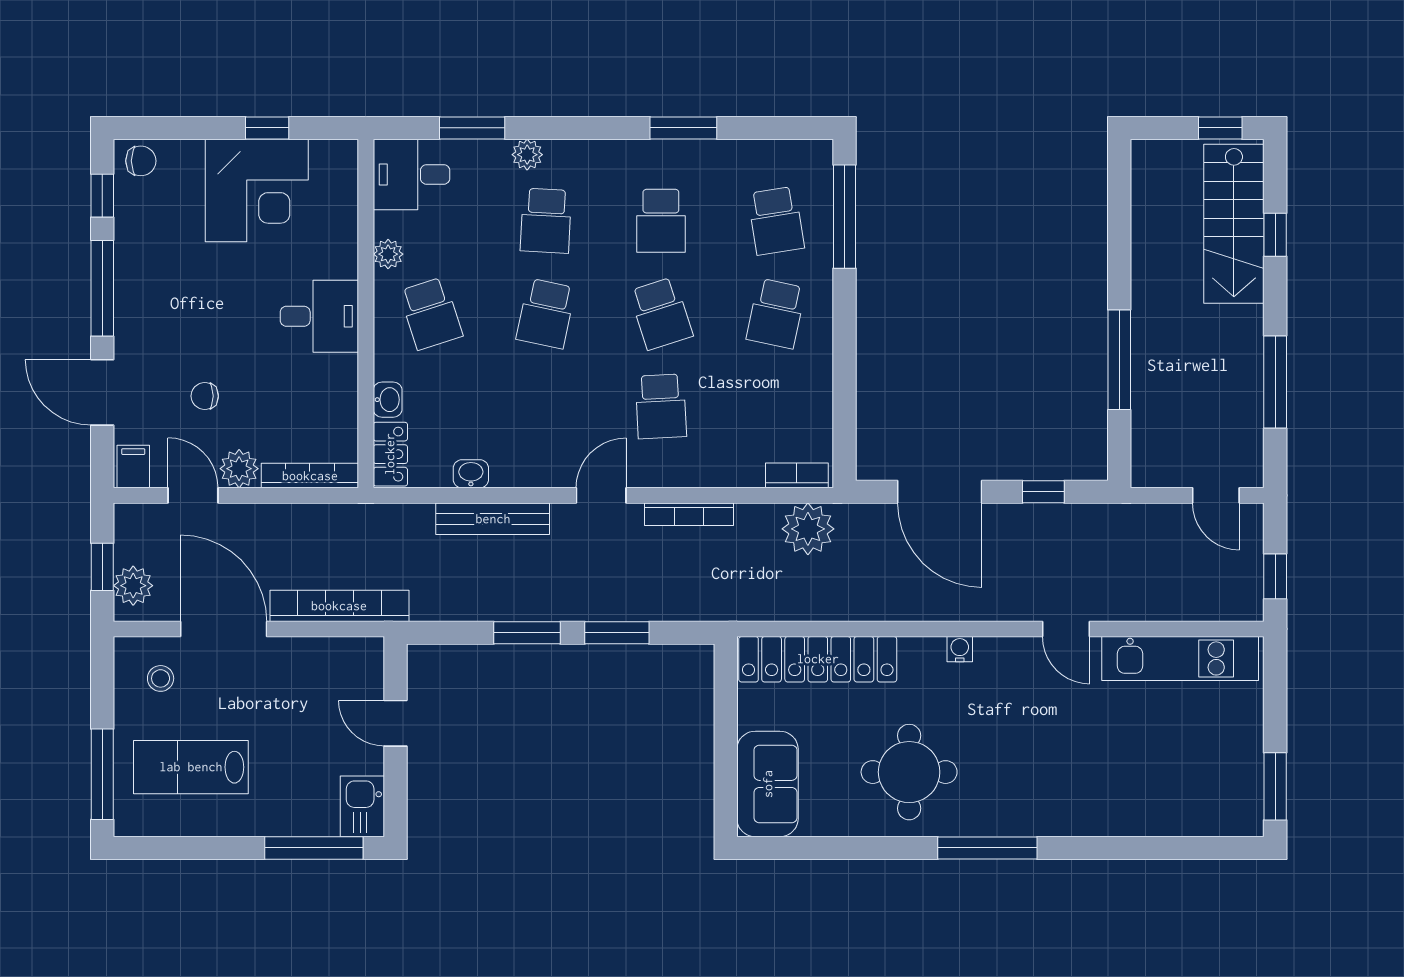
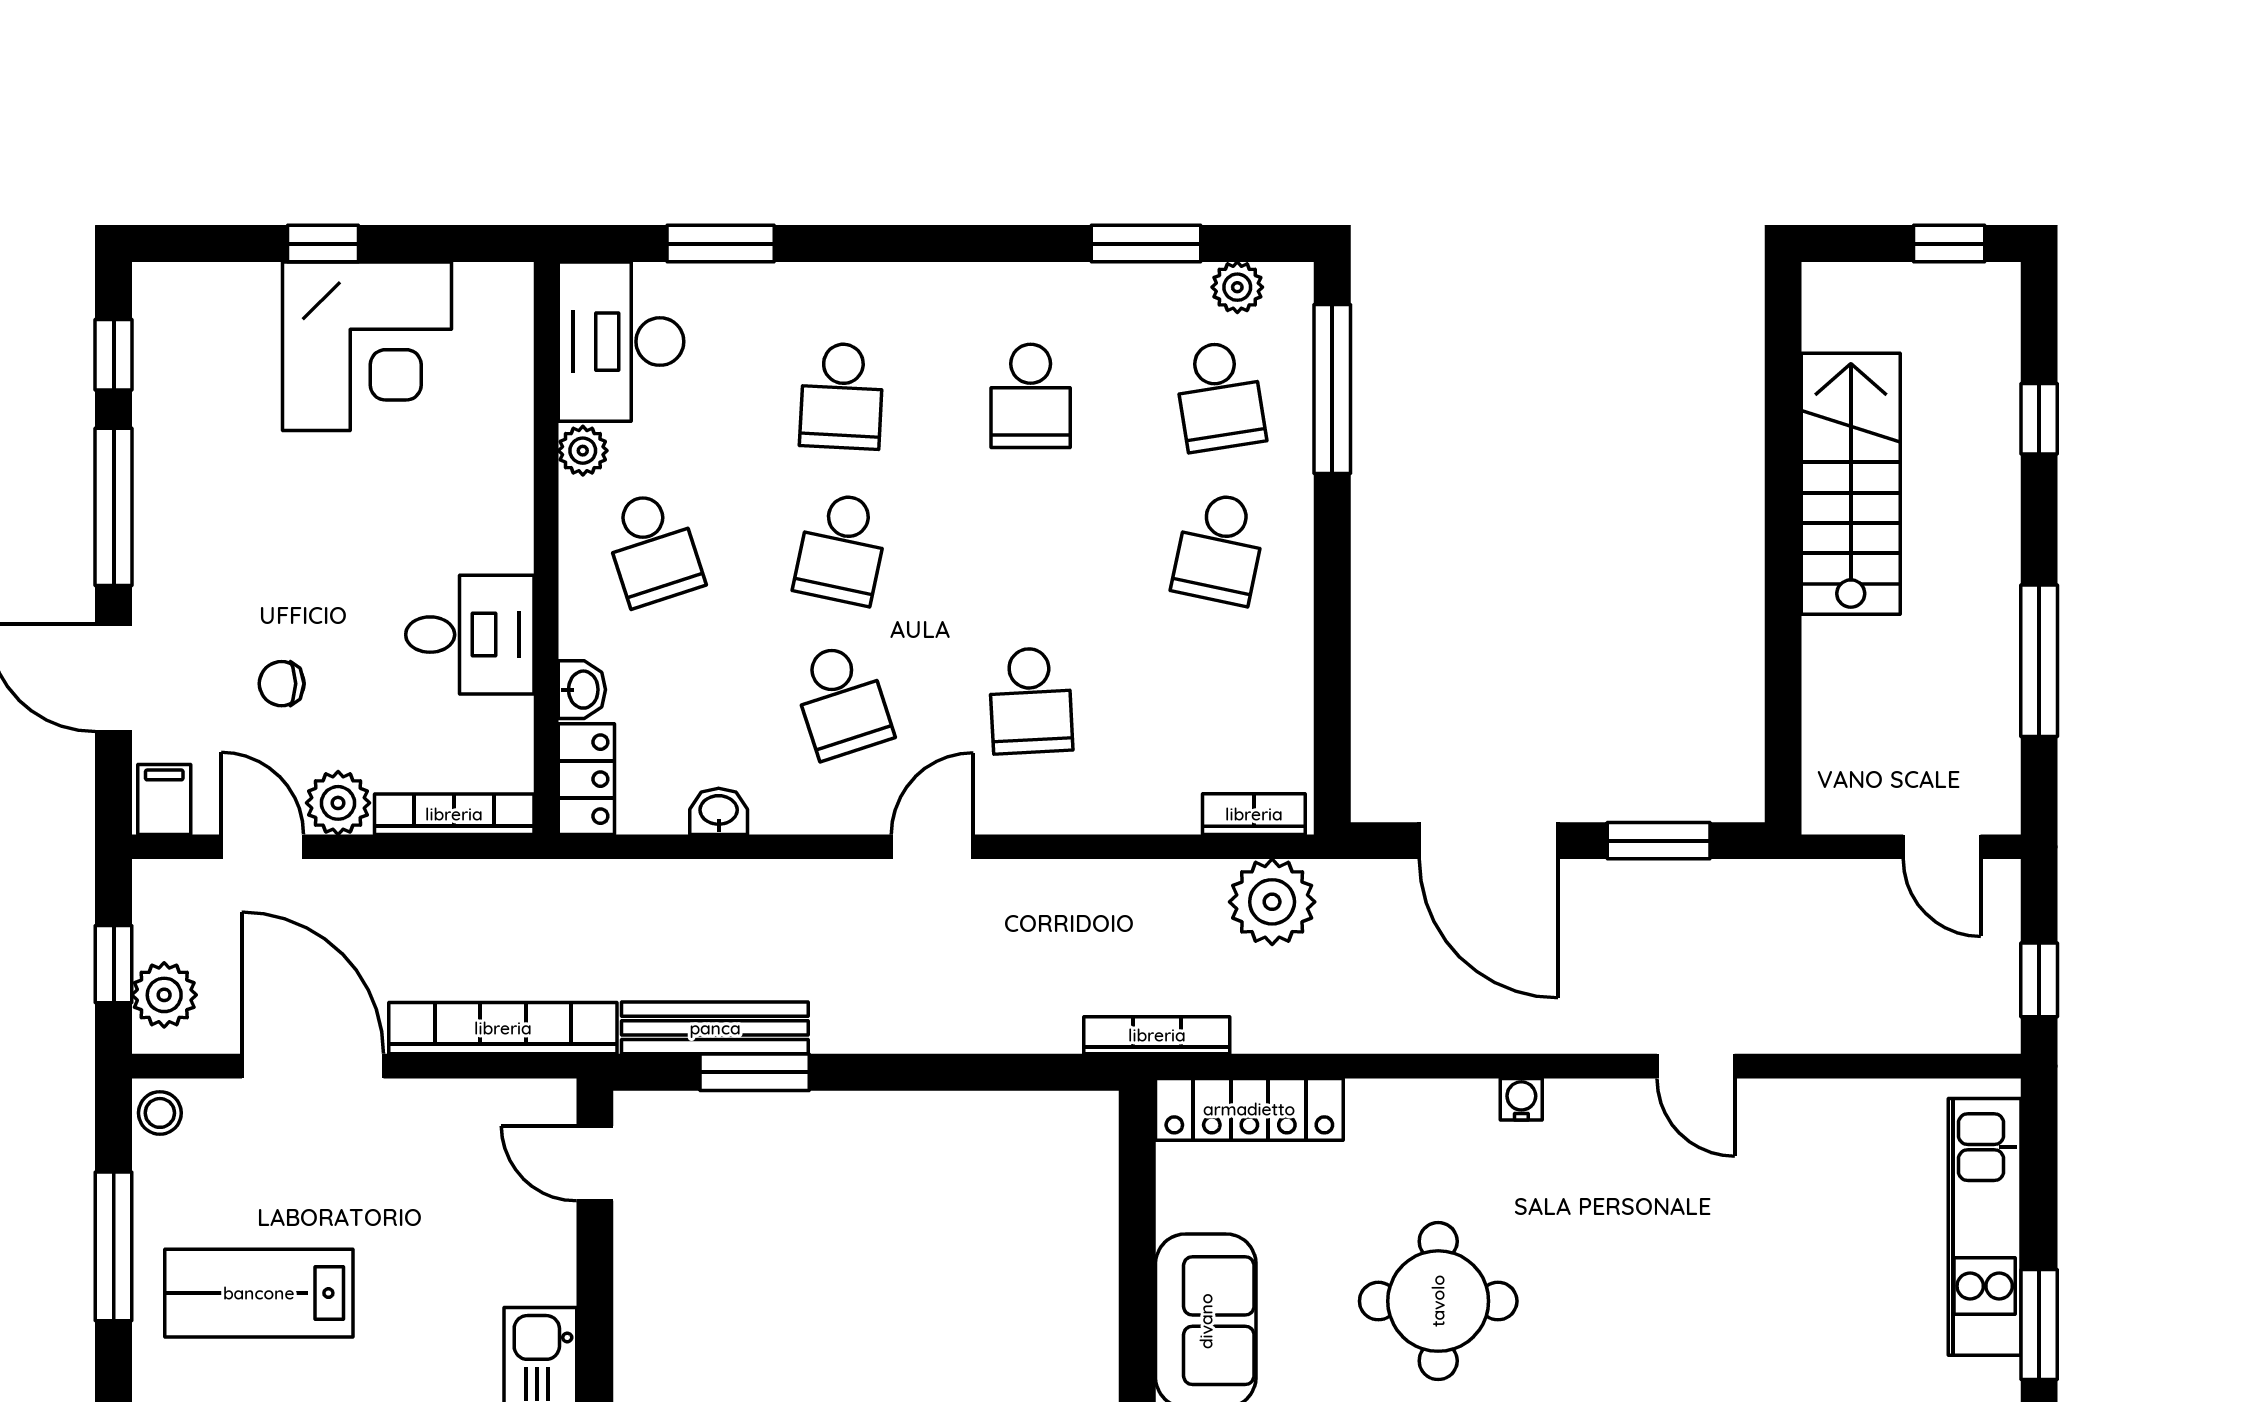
window: (267, 128) -> (323, 244), moved
window: (683, 128) -> (1146, 244), moved
plant: (527, 155) -> (1237, 287), moved
chair: (141, 161) -> (177, 298), removed
desk: (411, 174) -> (621, 342), width x1.37
stairs: (1234, 224) -> (1851, 484), moved, turned 180
school desk: (661, 314) -> (842, 701), moved
desk: (319, 316) -> (470, 635), moved
window: (1119, 360) -> (1783, 624), removed
window: (1043, 492) -> (1659, 841), width x1.50
bookcase: (689, 514) -> (1157, 1035), moved, turned 180
bench: (493, 519) -> (715, 1028), moved
window: (527, 633) -> (755, 1072), moved
window: (617, 633) -> (958, 1072), removed
kitchen unit: (1180, 658) -> (1985, 1227), moved, turned 90
locker: (818, 659) -> (1249, 1109), width x0.71, depth x0.83
stool: (161, 678) -> (160, 1113), moved
door: (396, 723) -> (595, 1163), moved
window: (102, 774) -> (114, 1246), moved

